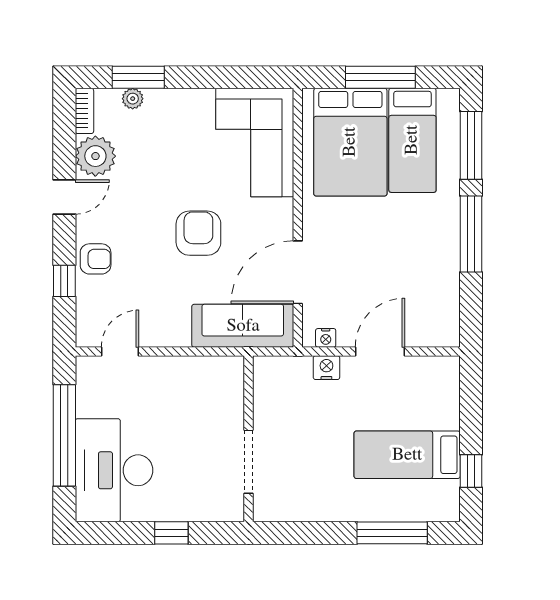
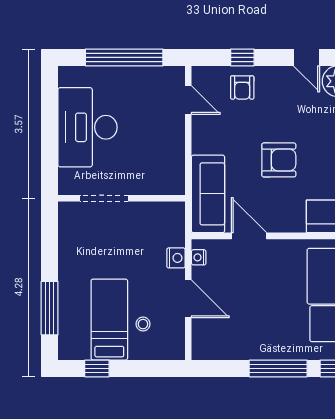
armchair: (96, 259) -> (242, 87), moved
door: (298, 272) -> (249, 236), width x0.73
stool: (413, 411) -> (143, 324), added
desk: (114, 470) -> (88, 127), moved, turned -90
window: (171, 533) -> (50, 139), removed

